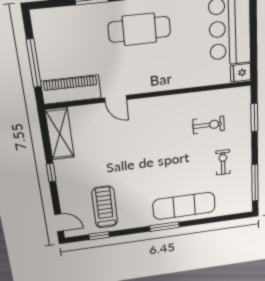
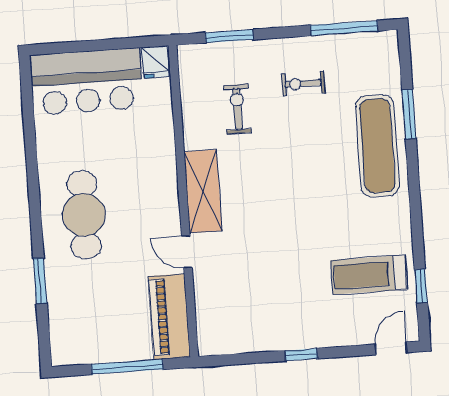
door: (116, 99) -> (187, 252), swing flipped
shelving: (60, 134) -> (203, 191), moved, turned 90
window: (165, 227) -> (409, 114), moved

